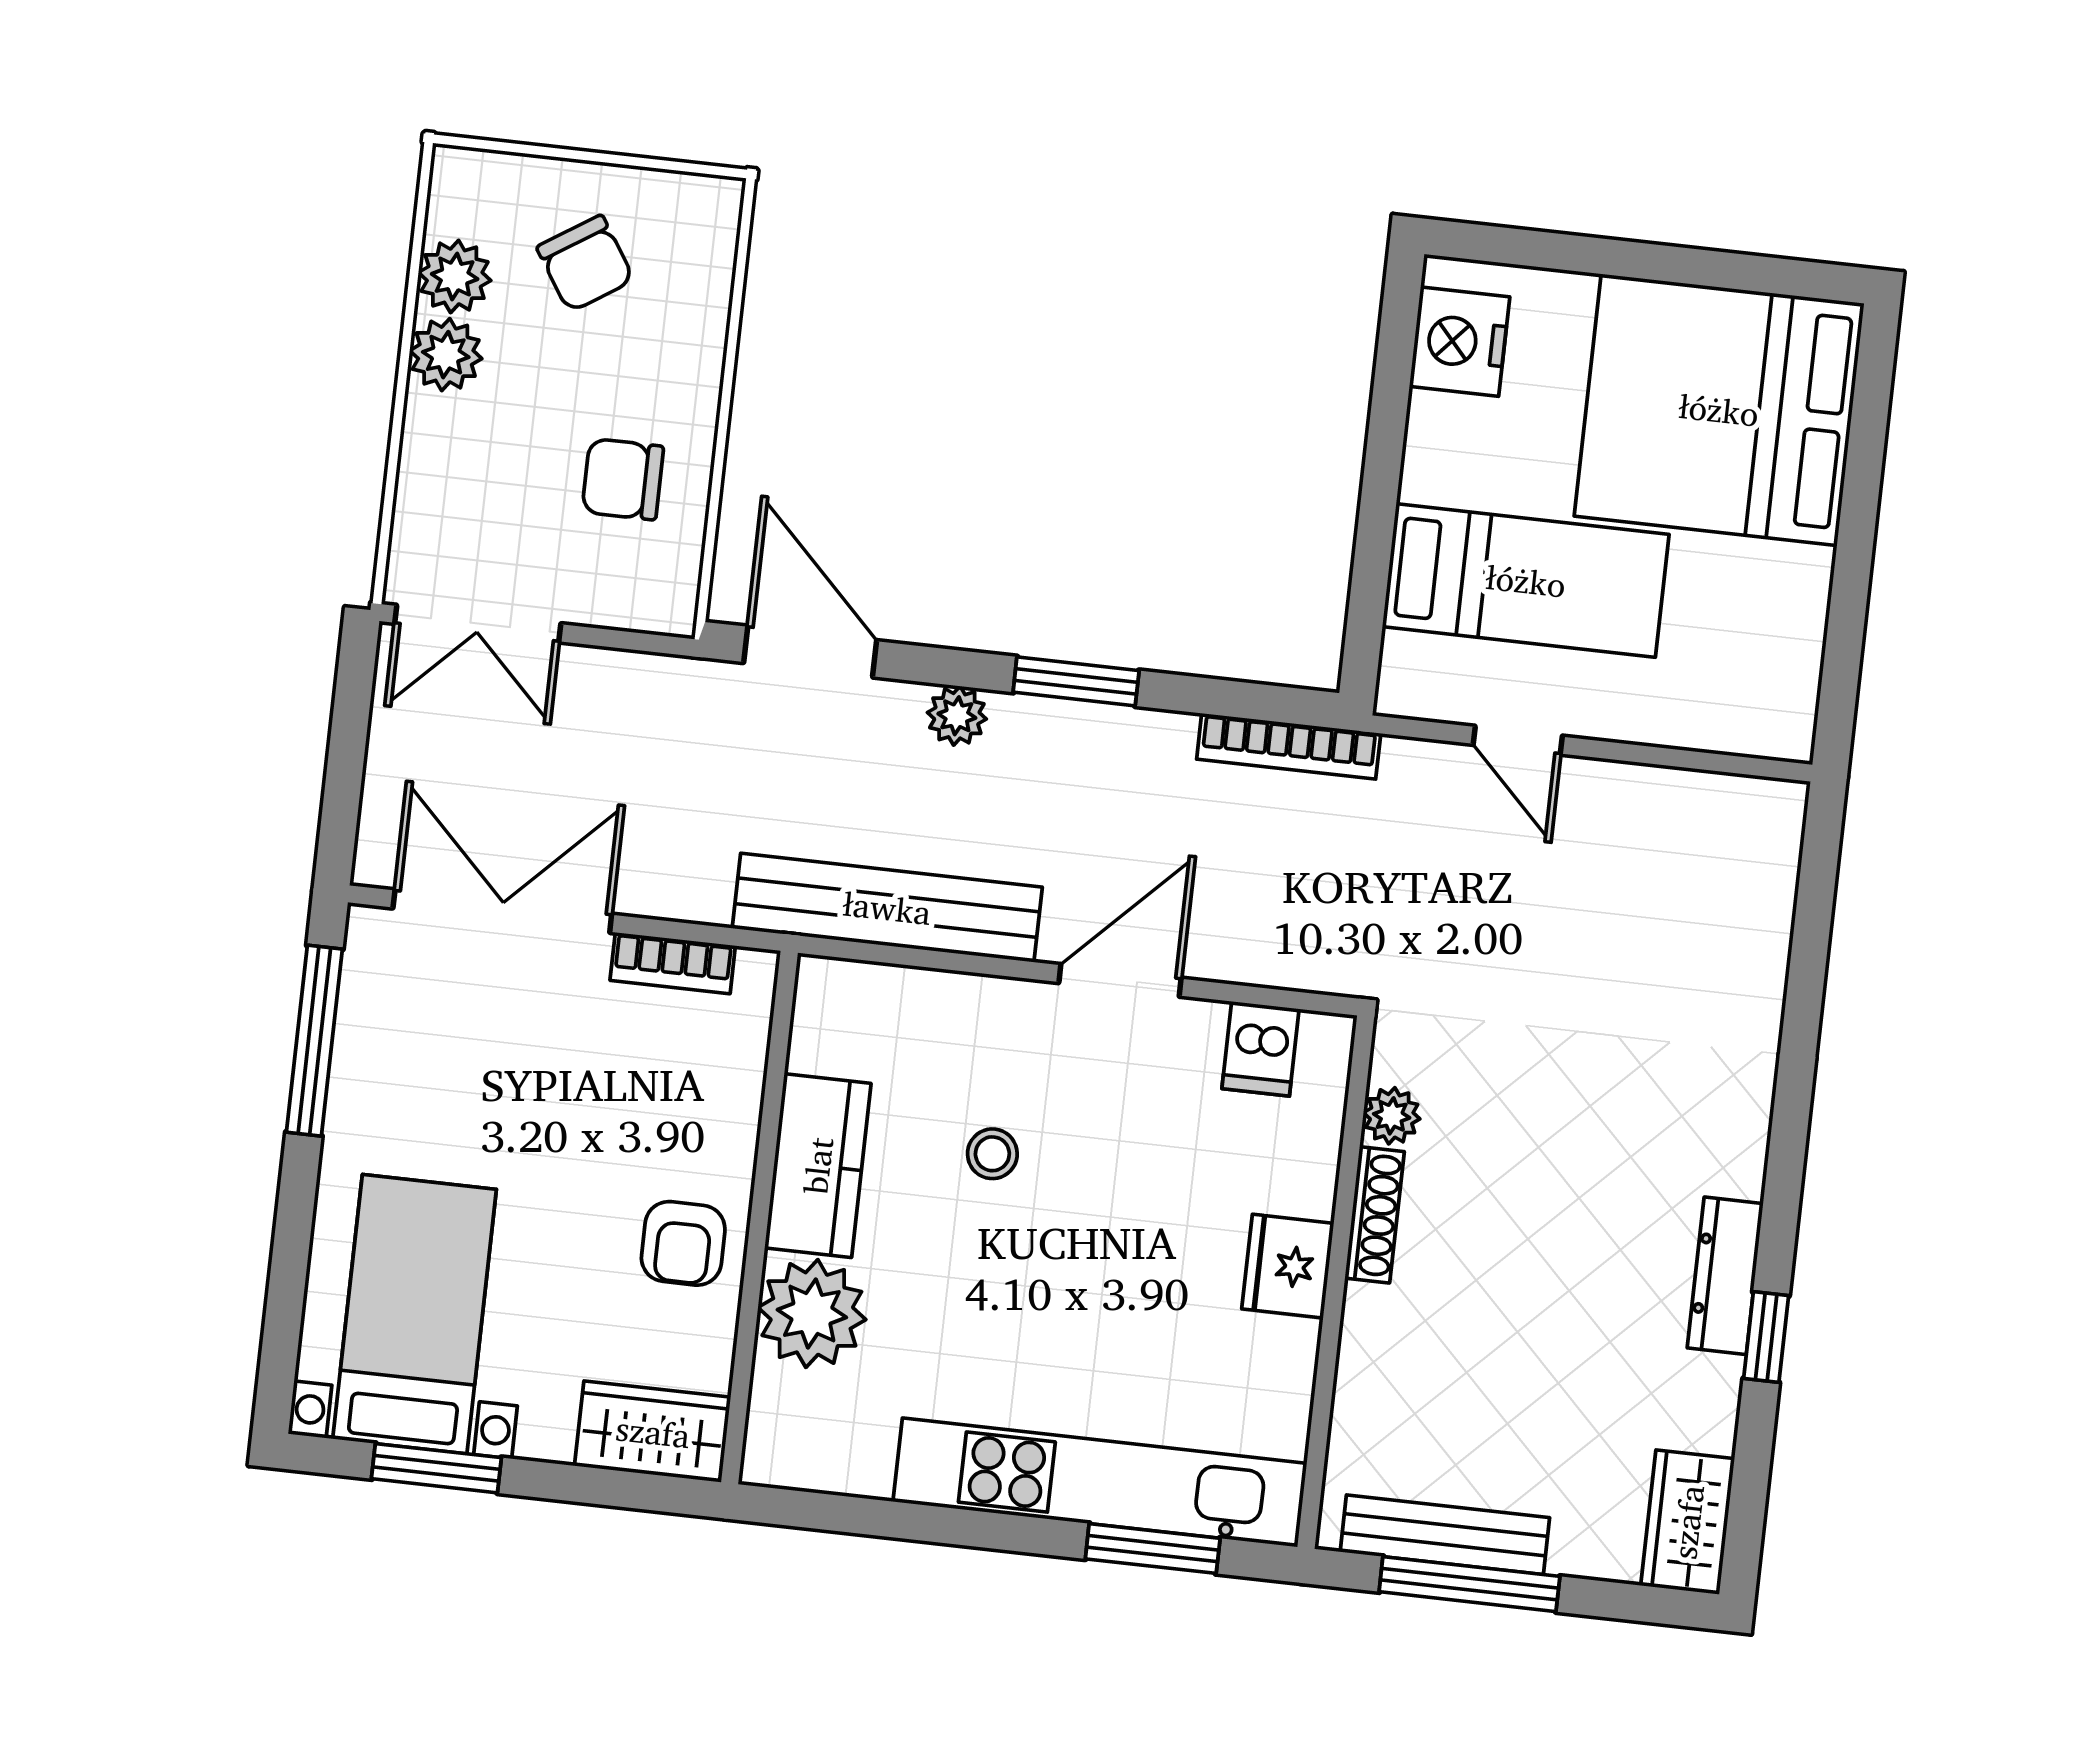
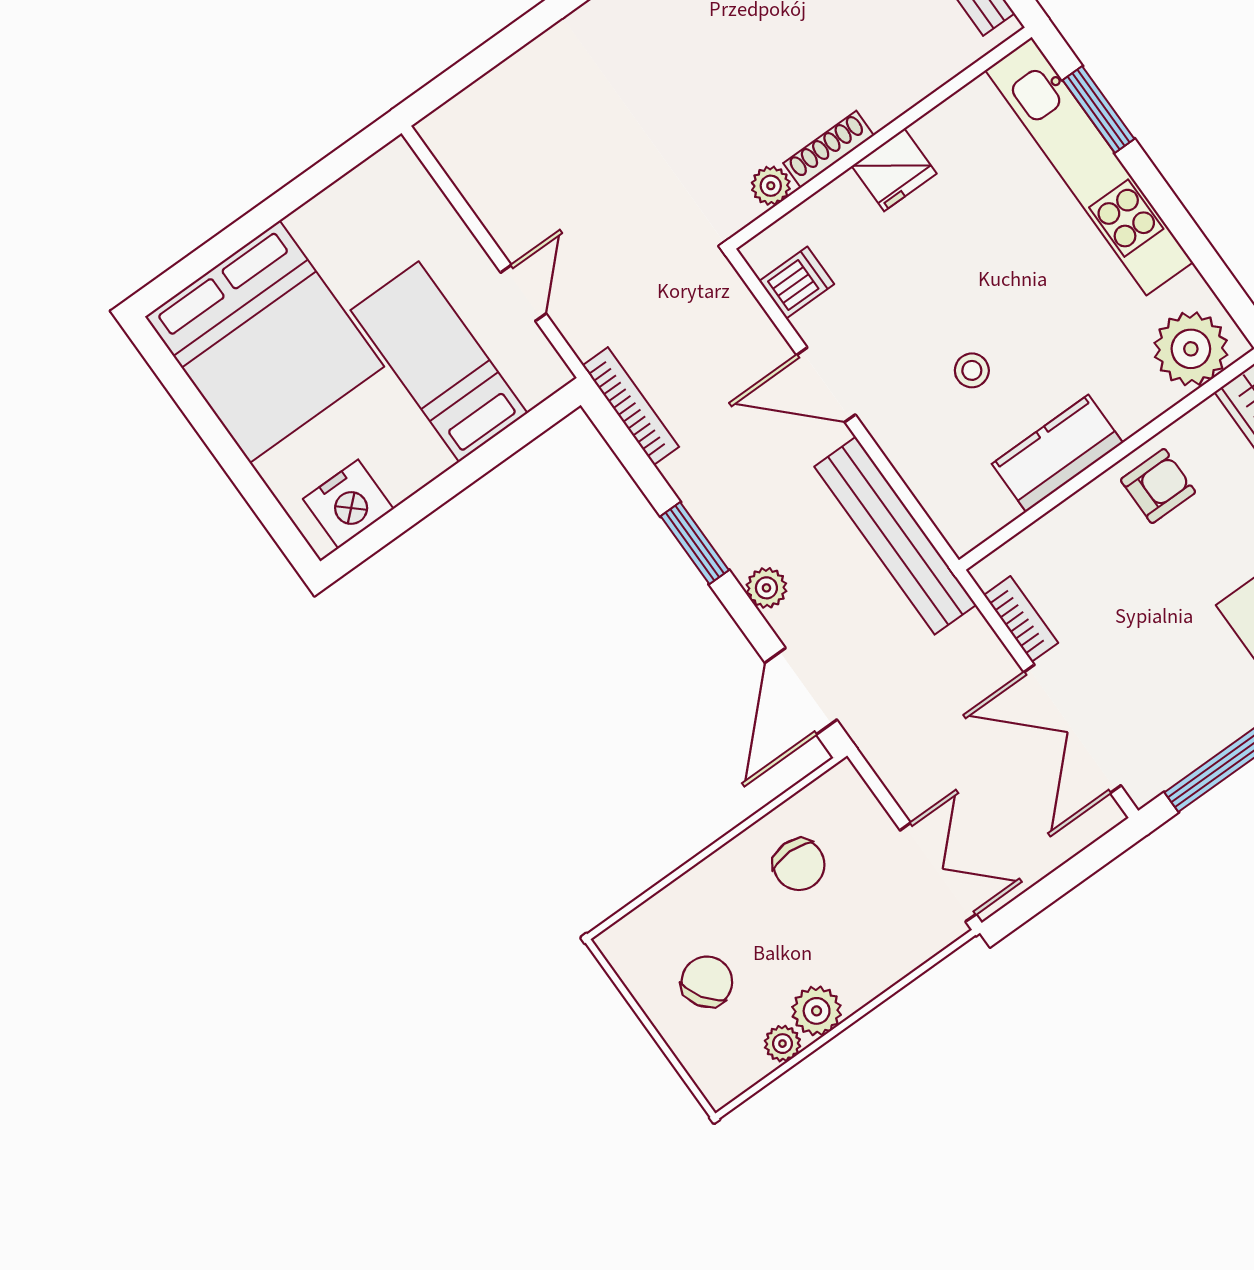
plant: (455, 277) -> (782, 1044), width x0.73, depth x0.73
plant: (812, 1314) -> (1191, 349), moved

